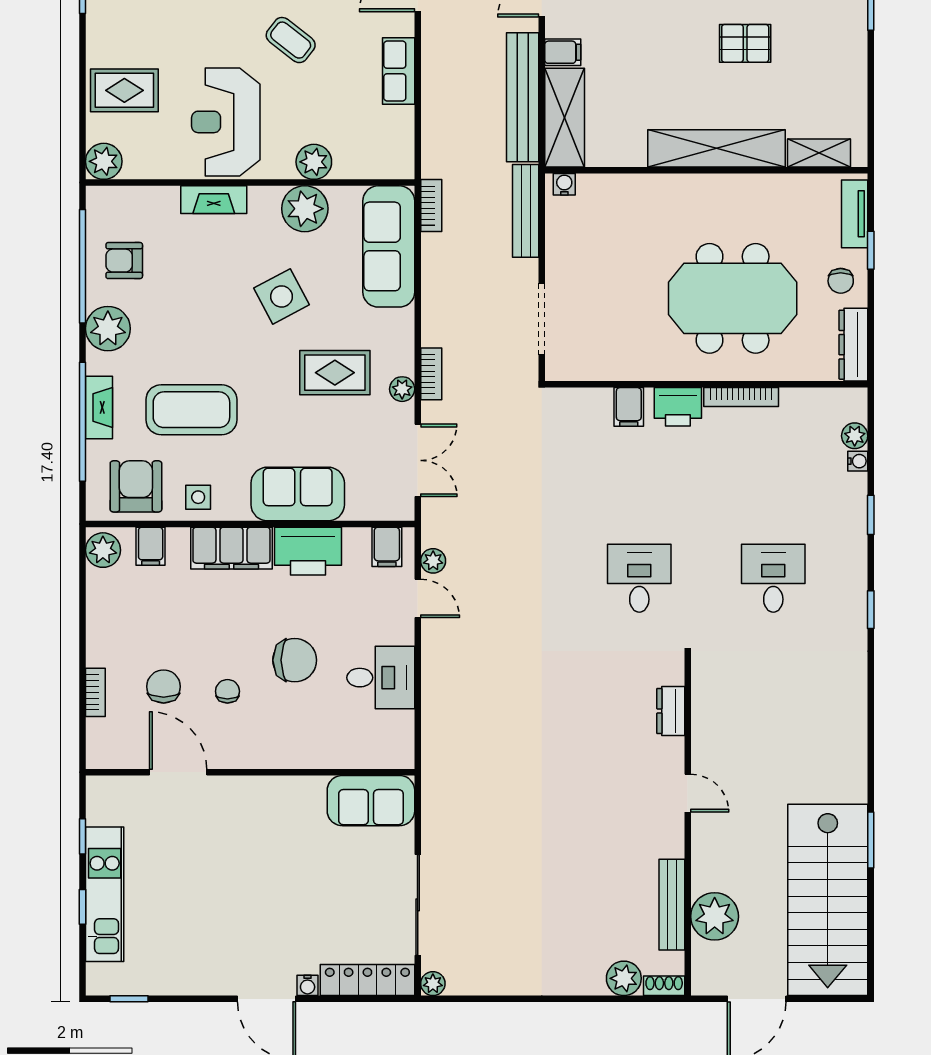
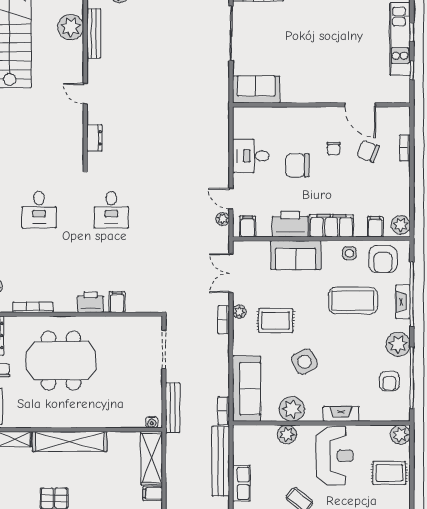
bench: (523, 97) -> (221, 461), moved
armchair: (124, 261) -> (389, 381), turned 90
bookcase: (741, 397) -> (33, 307), moved
chair: (164, 687) -> (368, 151), turned 111

